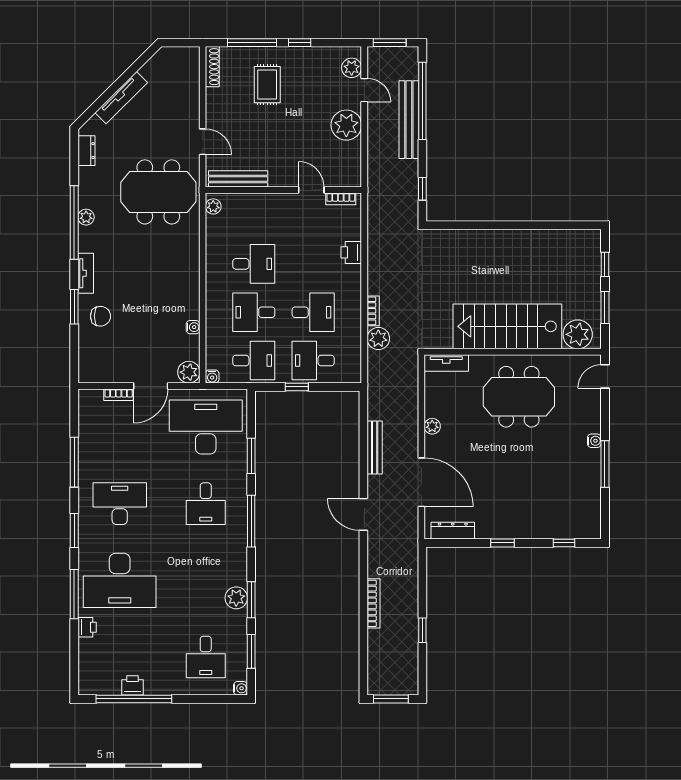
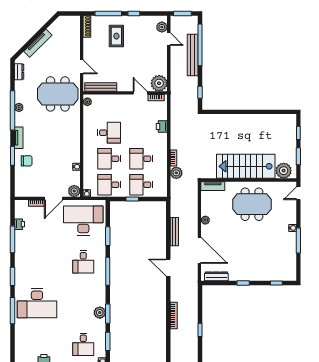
plant: (346, 125) -> (159, 83), moved
desk: (313, 312) -> (141, 159), turned 180
desk: (254, 361) -> (109, 185), turned 180
desk: (120, 504) -> (37, 262), removed
printer: (87, 627) -> (19, 224), moved

